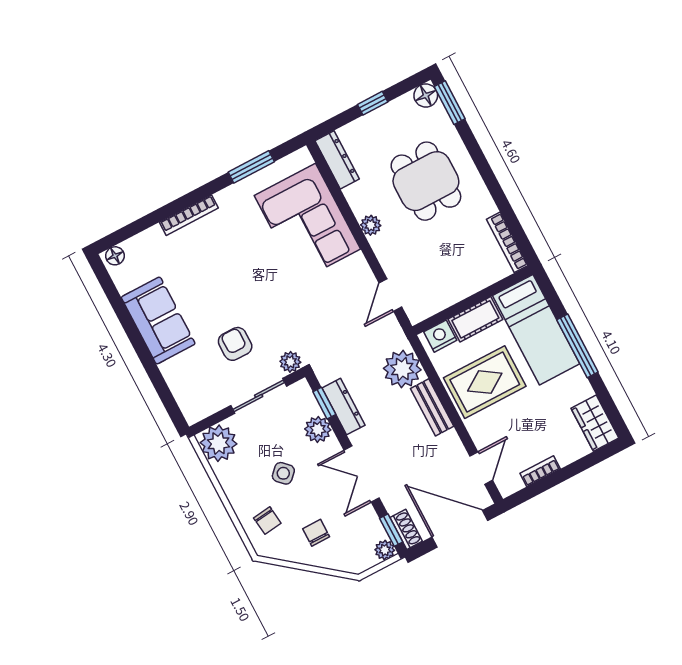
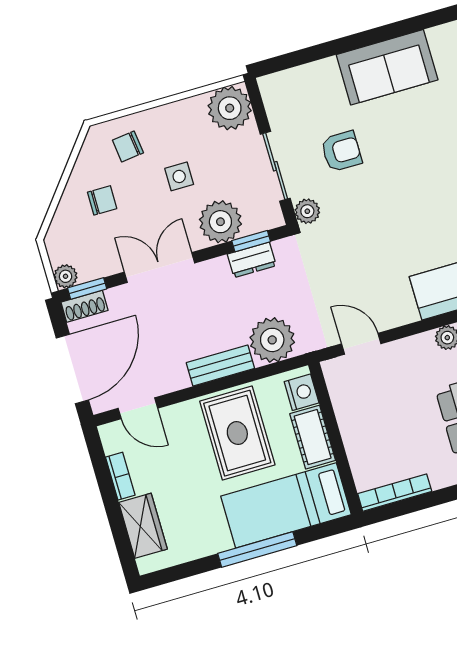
dresser: (344, 407) -> (252, 260), width x0.70
wardrobe: (595, 423) -> (143, 526), moved, turned 90
plant: (318, 429) -> (220, 222), width x1.36, depth x1.36
side table: (283, 473) -> (179, 176), turned 45

